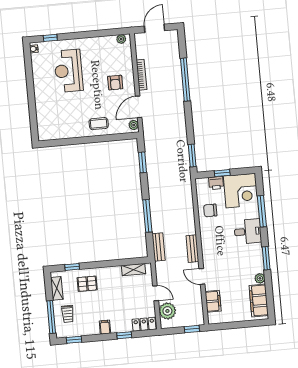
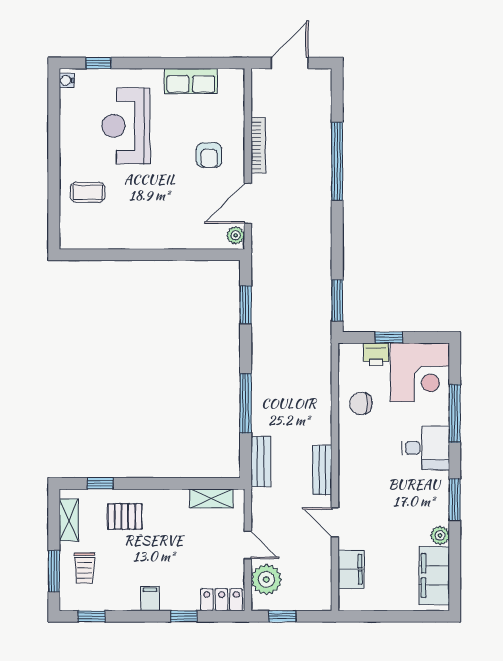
plant: (121, 39) -> (227, 77), removed
row of seats: (102, 43) -> (191, 81), added
coffee table: (99, 124) -> (88, 192), moved
window: (51, 317) -> (54, 571), width x0.69
window: (192, 329) -> (282, 616), moved

